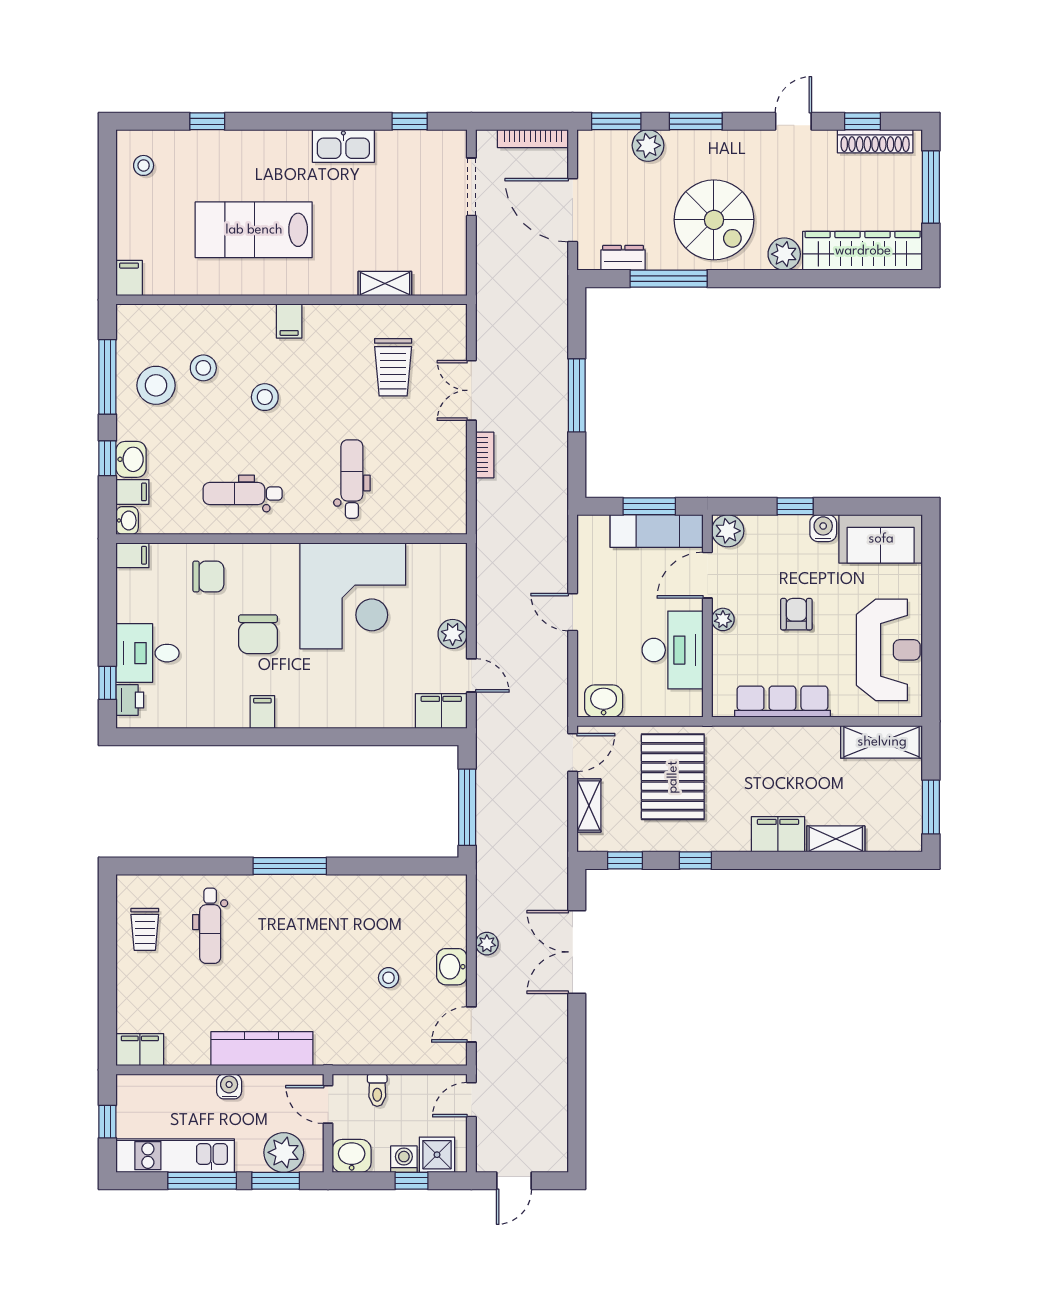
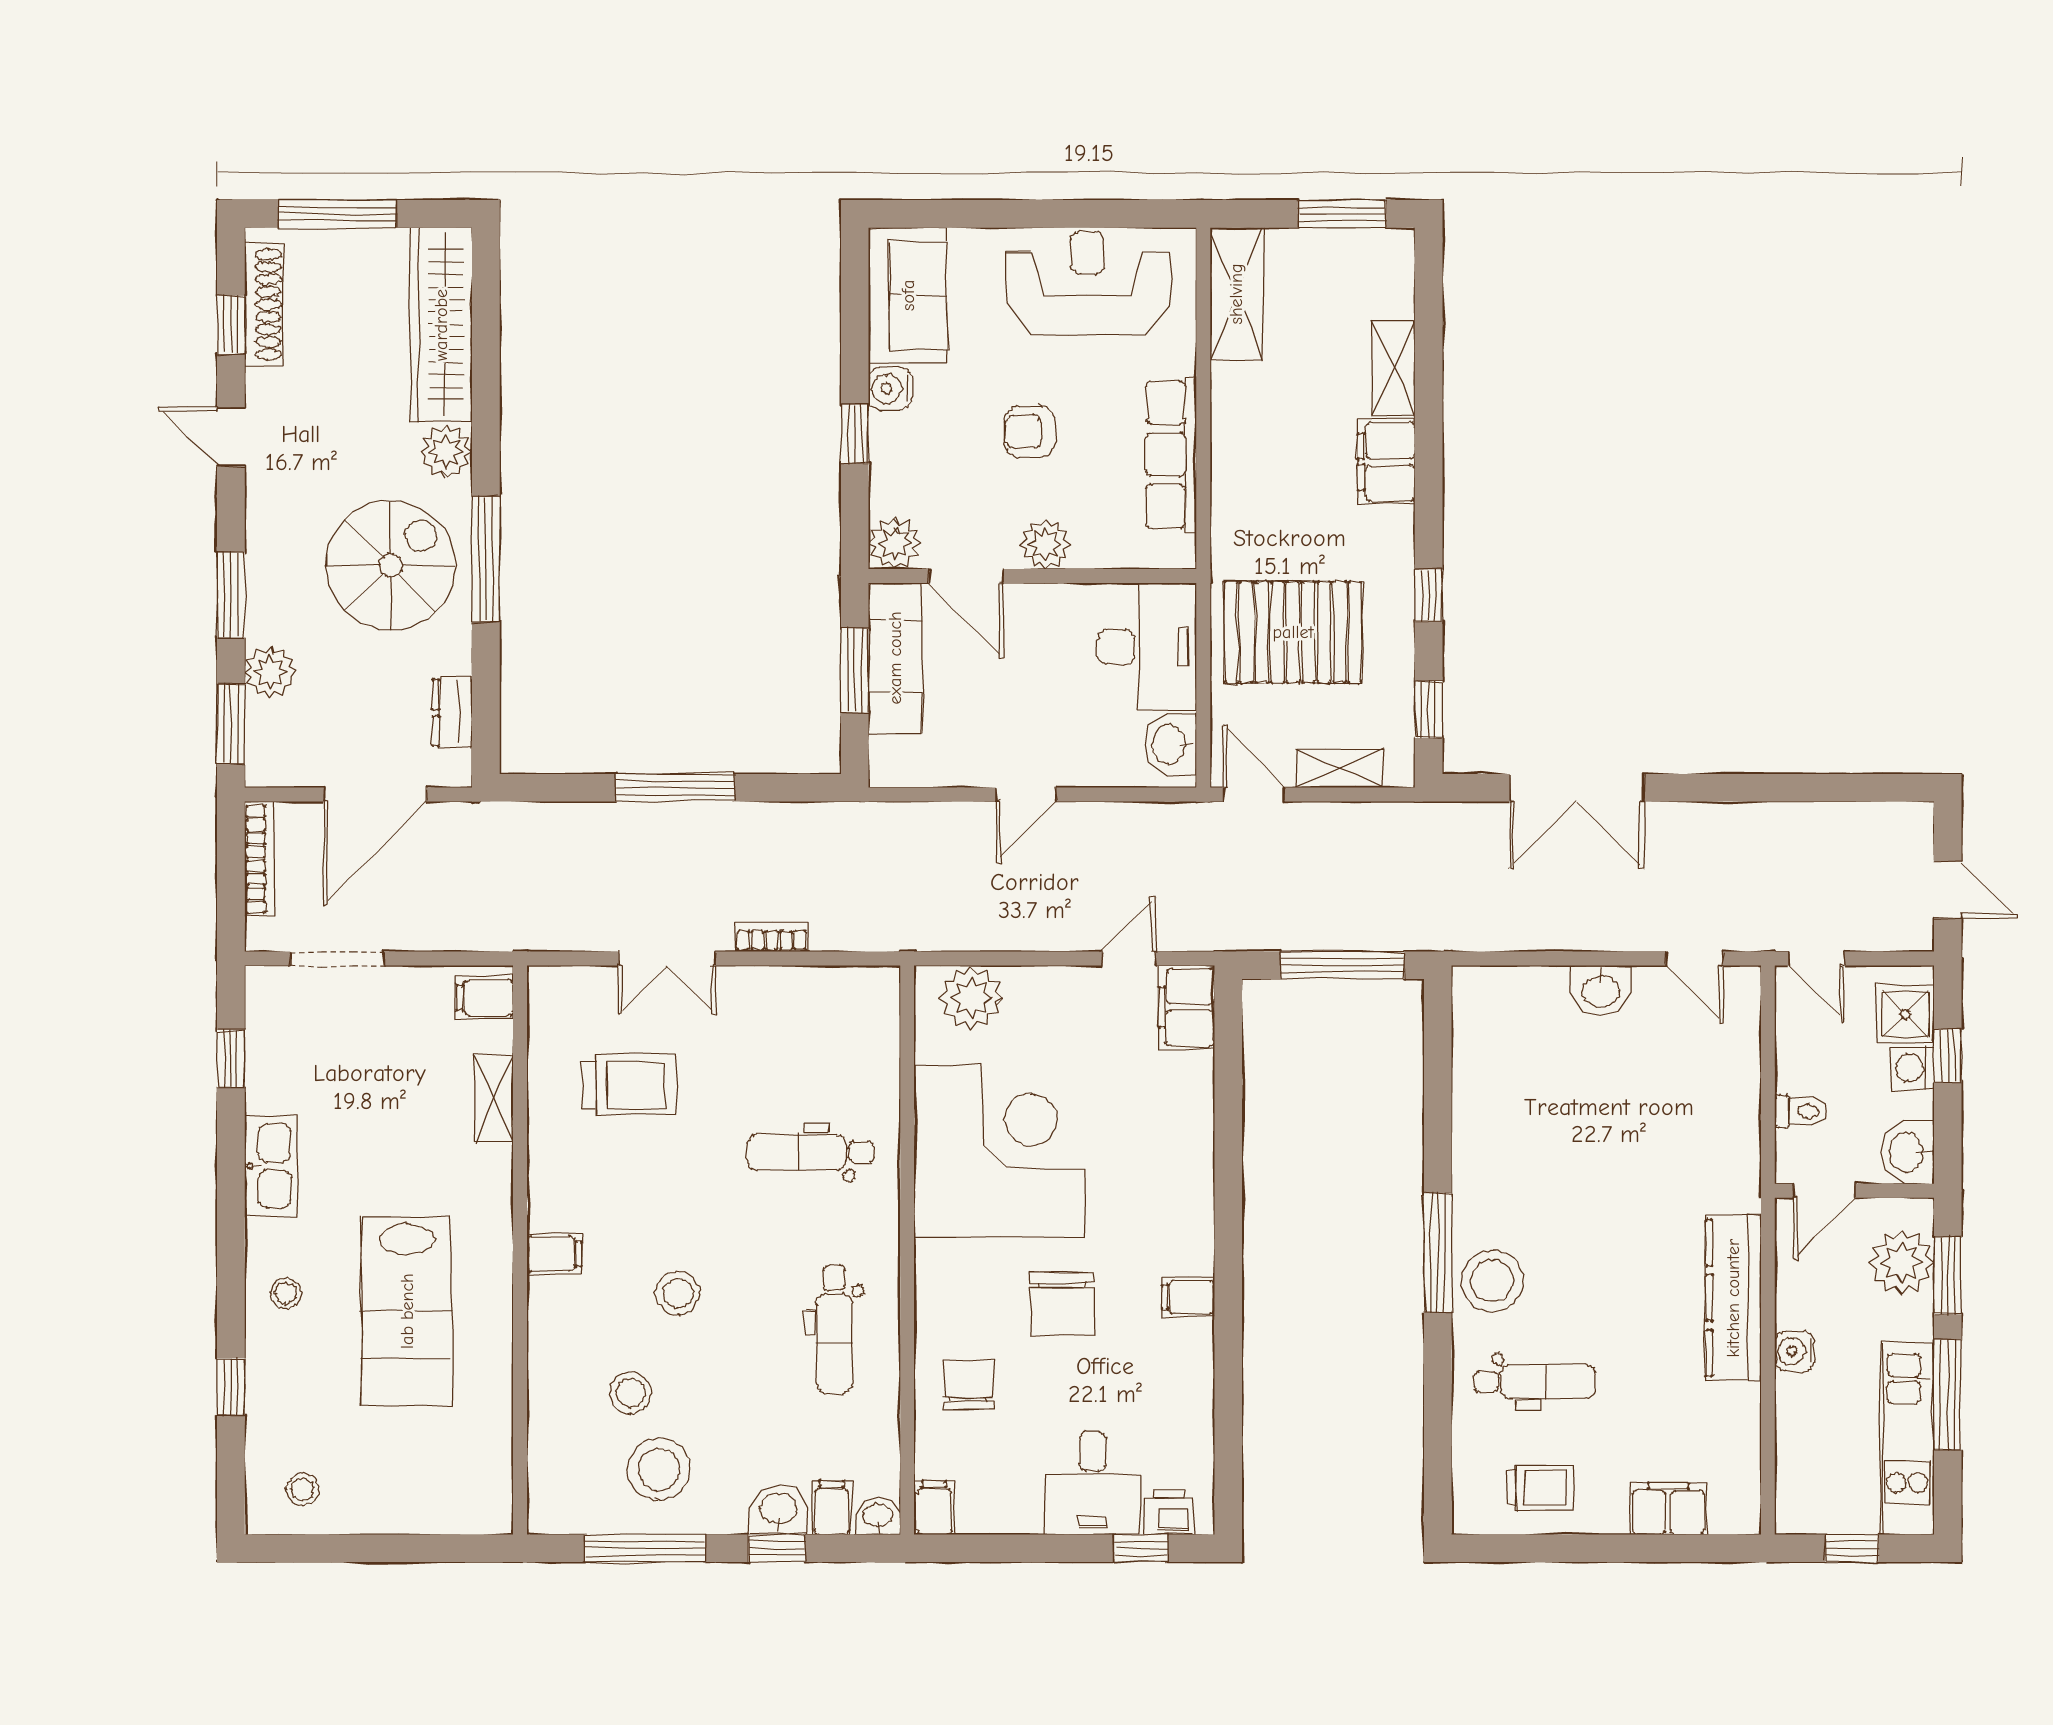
stool: (265, 155) -> (286, 1293), added
filing cabinet: (129, 278) -> (485, 998), moved
window: (669, 279) -> (486, 559), moved
plant: (723, 619) -> (1045, 544), width x1.38, depth x1.38
chair: (258, 634) -> (1062, 1304), turned 90
plant: (453, 634) -> (971, 998), moved, width x1.36, depth x1.36
desk: (673, 650) -> (1147, 647), moved, turned 90
plant: (487, 944) -> (1563, 933), removed
stool: (389, 978) -> (1492, 1281), moved, width x1.89, depth x1.89
filing cabinet: (140, 1050) -> (1668, 1509), moved, turned 90

